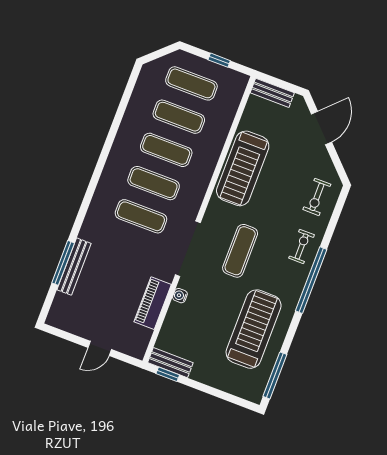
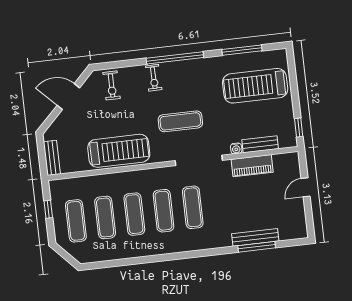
door: (321, 128) -> (68, 97), moved
exercise bike: (317, 197) -> (112, 85), turned 90
exercise bike: (302, 246) -> (154, 78), turned -91
treadmill: (254, 329) -> (255, 86), moved
door: (100, 348) -> (306, 187), swing flipped
bench: (170, 363) -> (260, 144), moved, turned 90
window: (275, 375) -> (242, 50), moved

